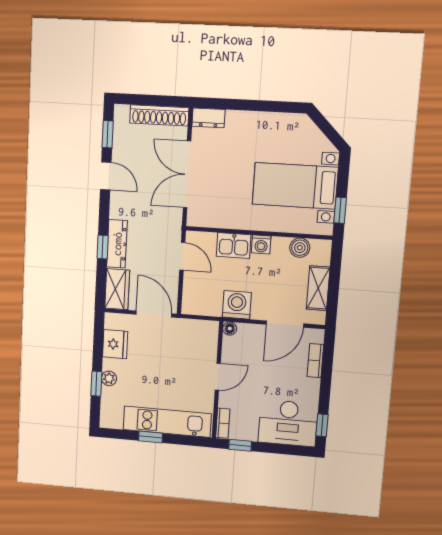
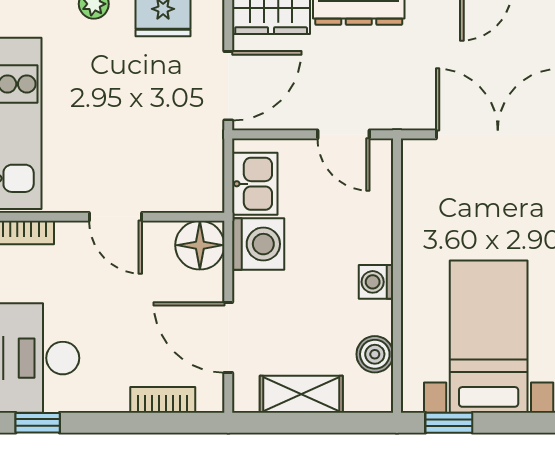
kitchen sink: (234, 246) -> (255, 184), moved, turned 180
door: (182, 256) -> (343, 134), hinge flipped
floor lamp: (230, 329) -> (200, 245), width x1.89, depth x1.89

